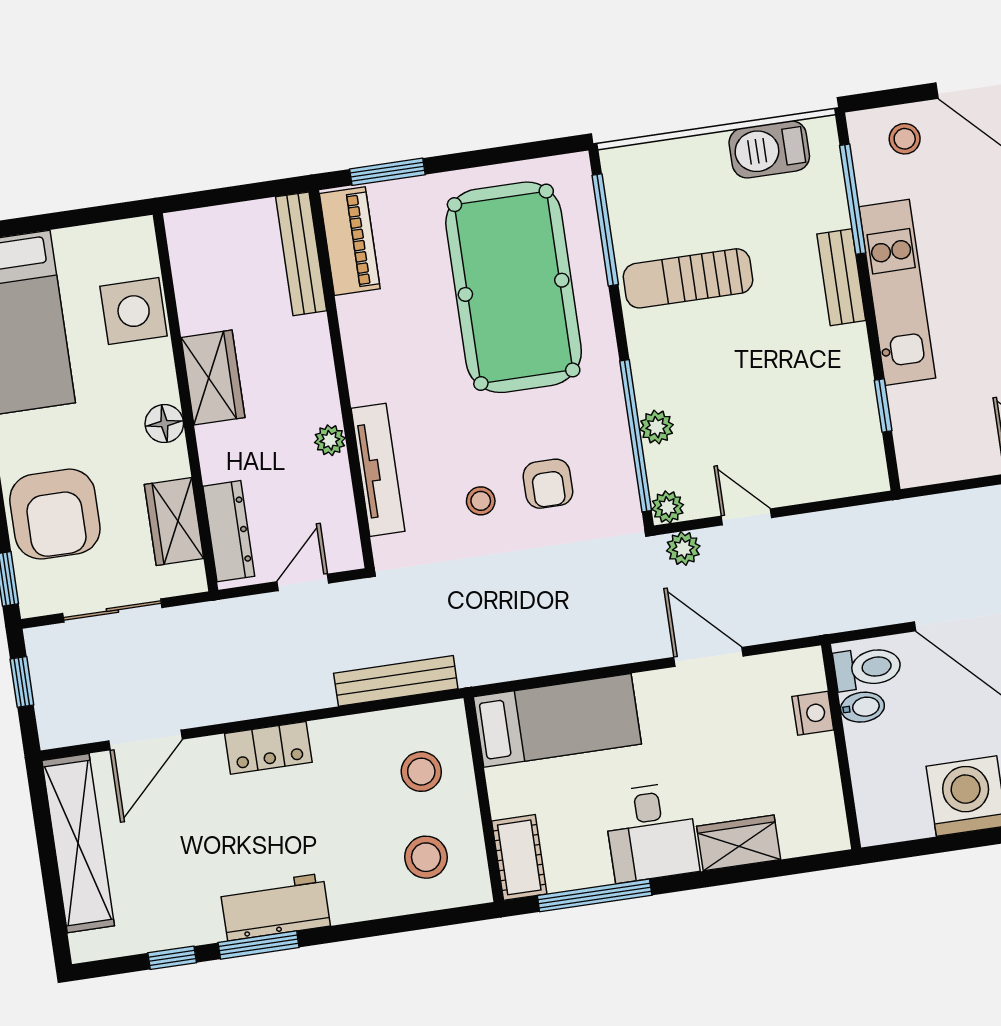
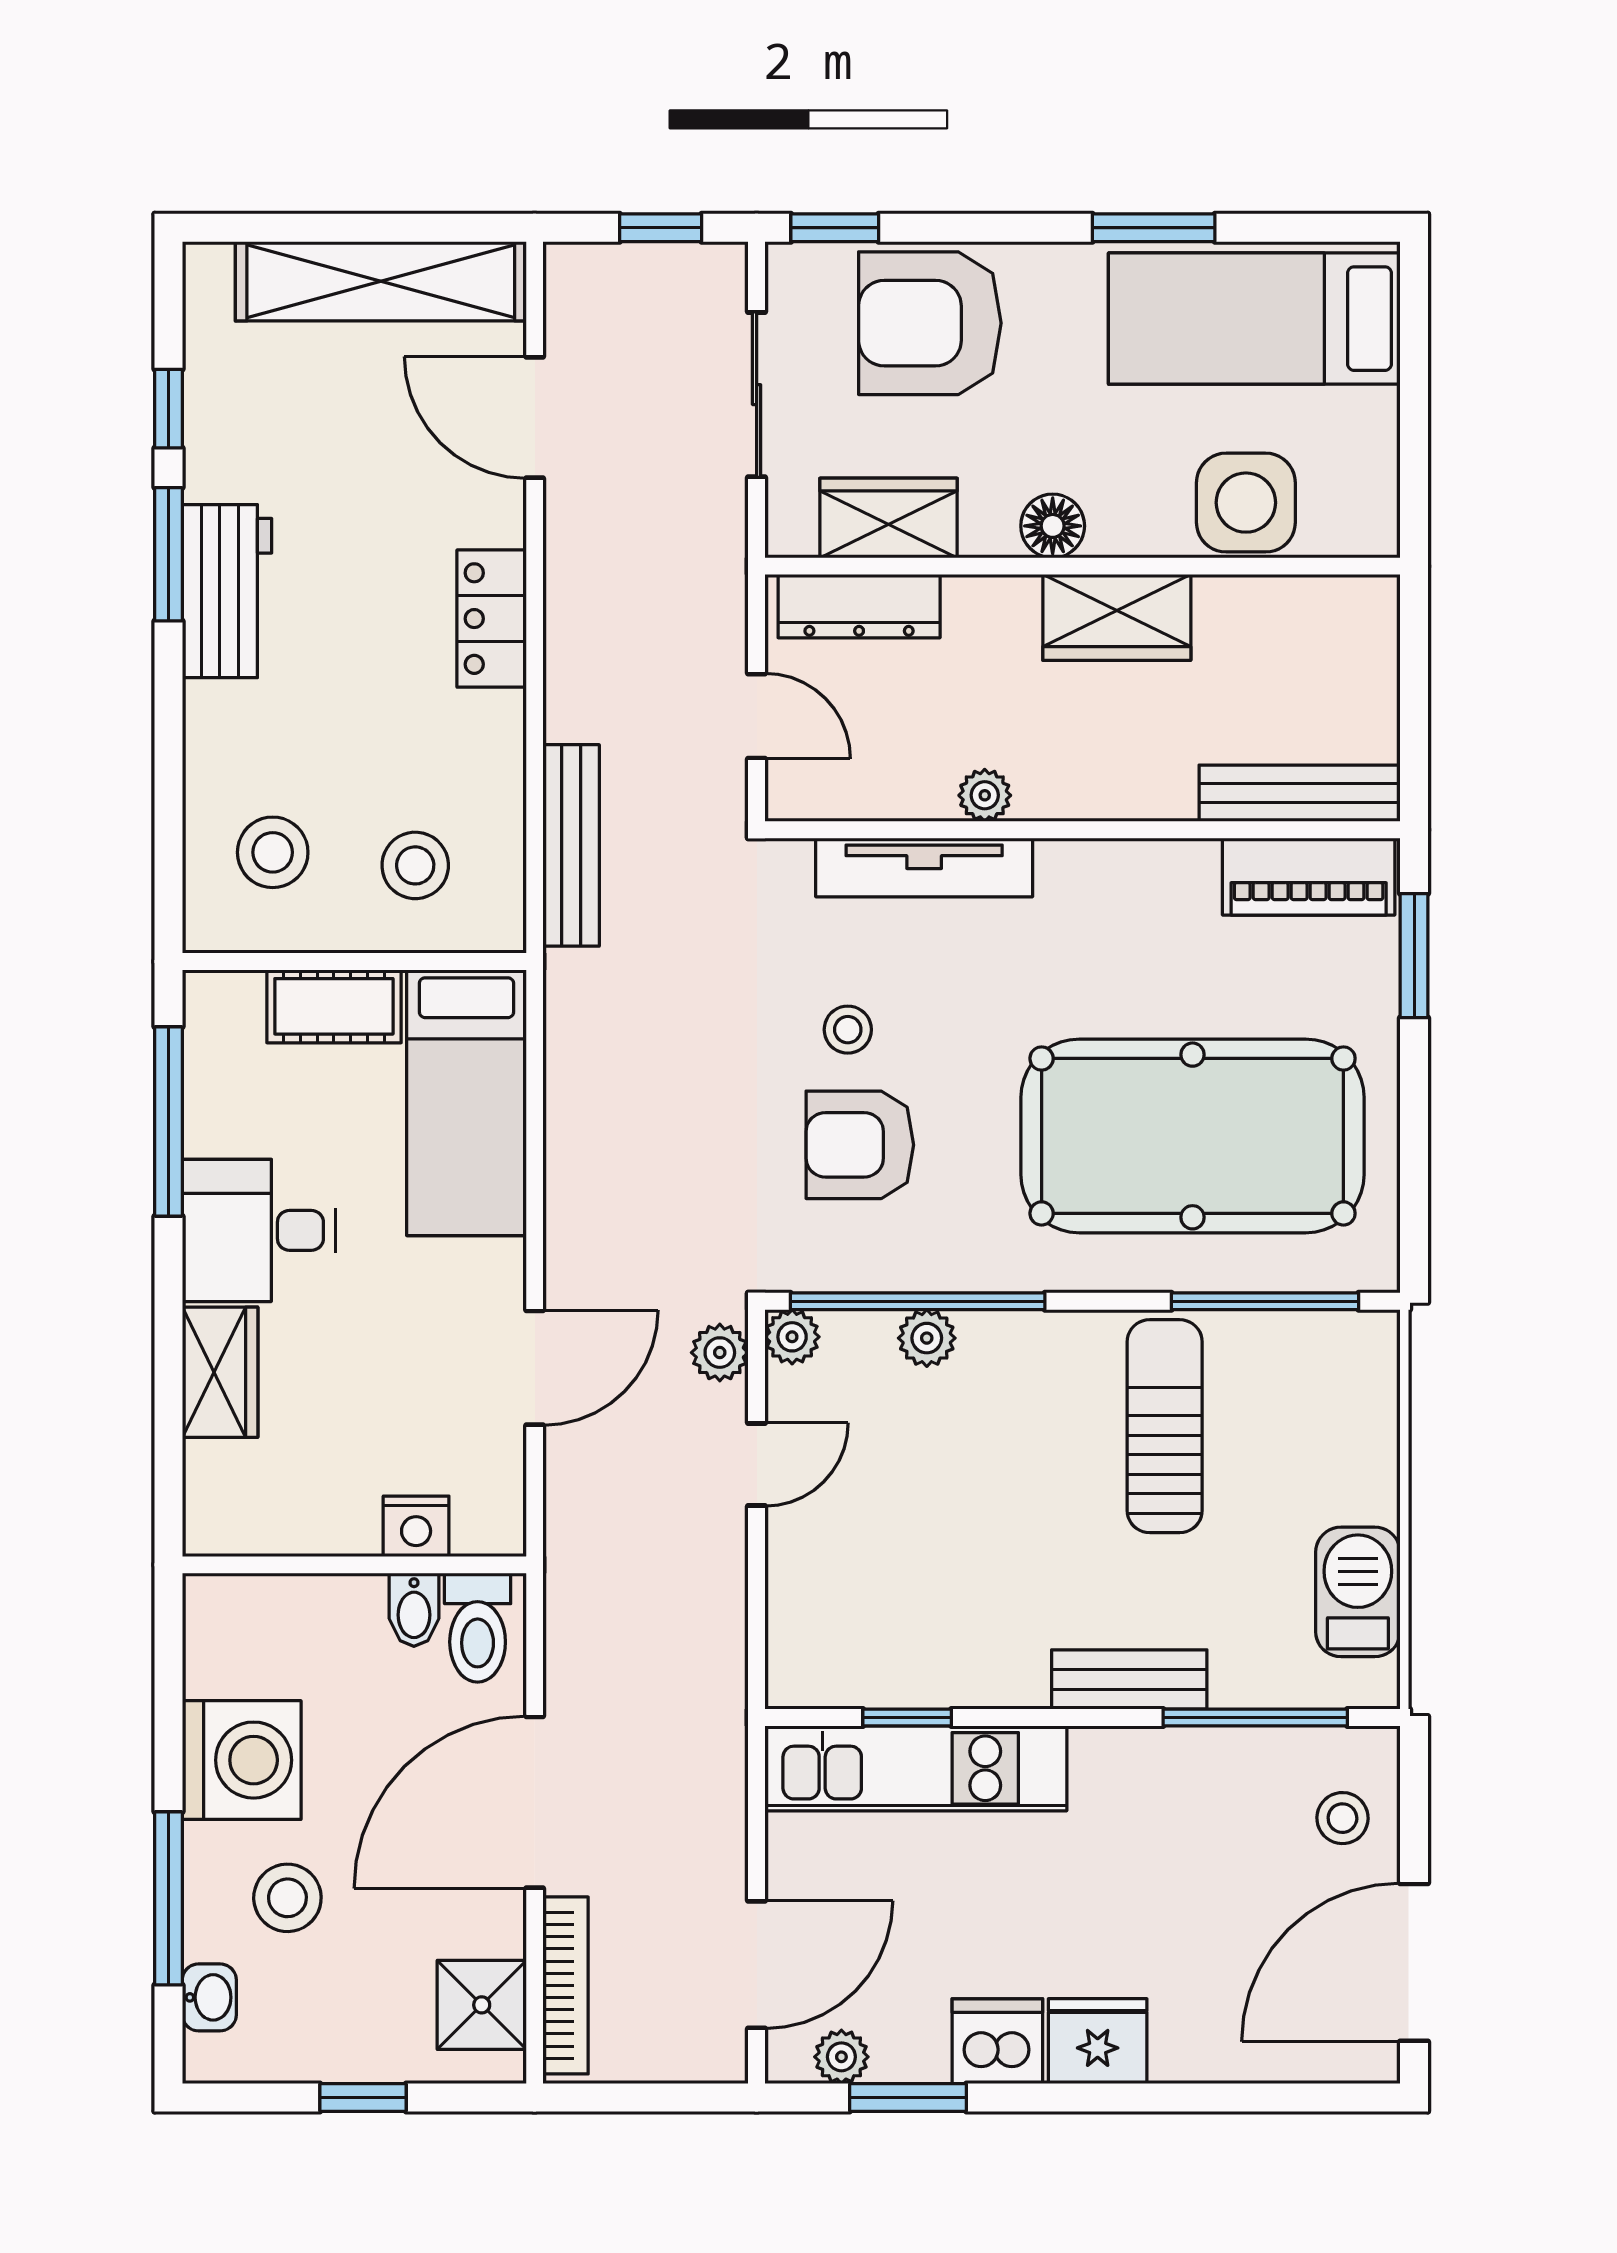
kitchen unit: (897, 292) -> (916, 1768), moved
armchair: (548, 484) -> (860, 1145), width x1.38, depth x1.38
cot: (519, 857) -> (334, 1006), moved

